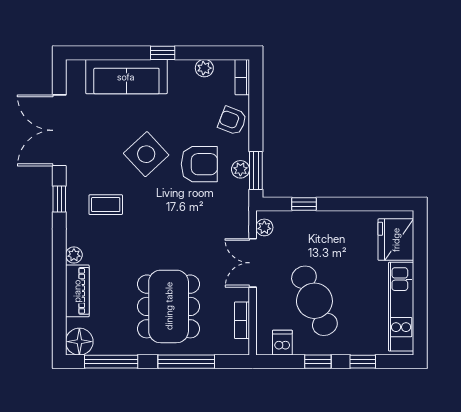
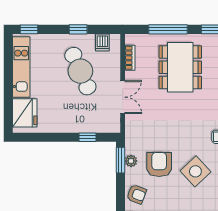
armchair: (199, 164) -> (159, 164), turned 90
plant: (264, 227) -> (115, 121), removed
window: (363, 362) -> (29, 29), moved

